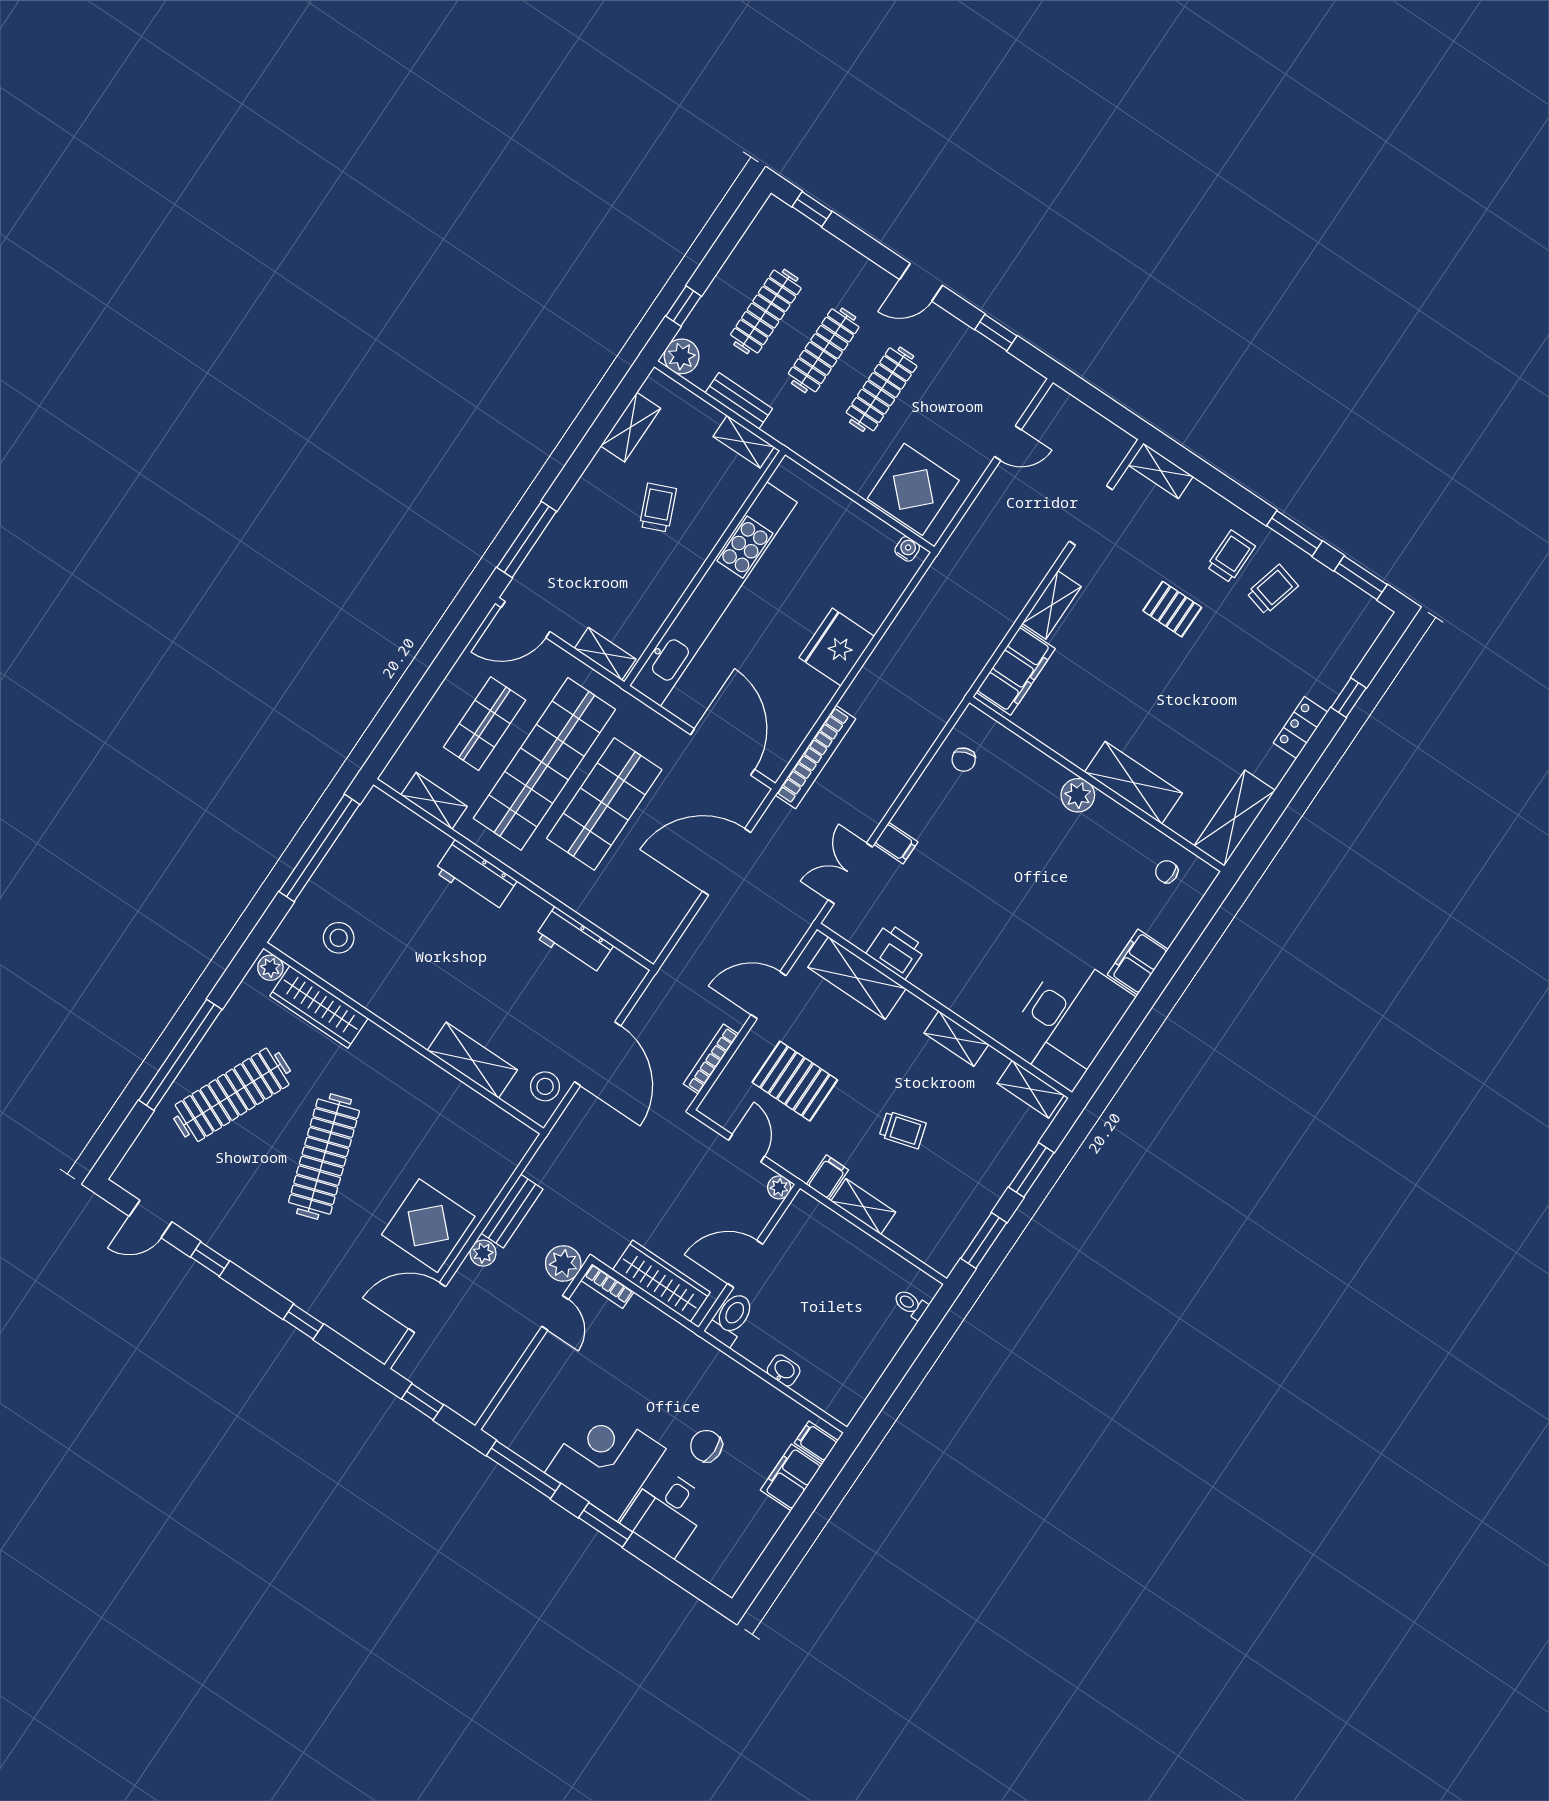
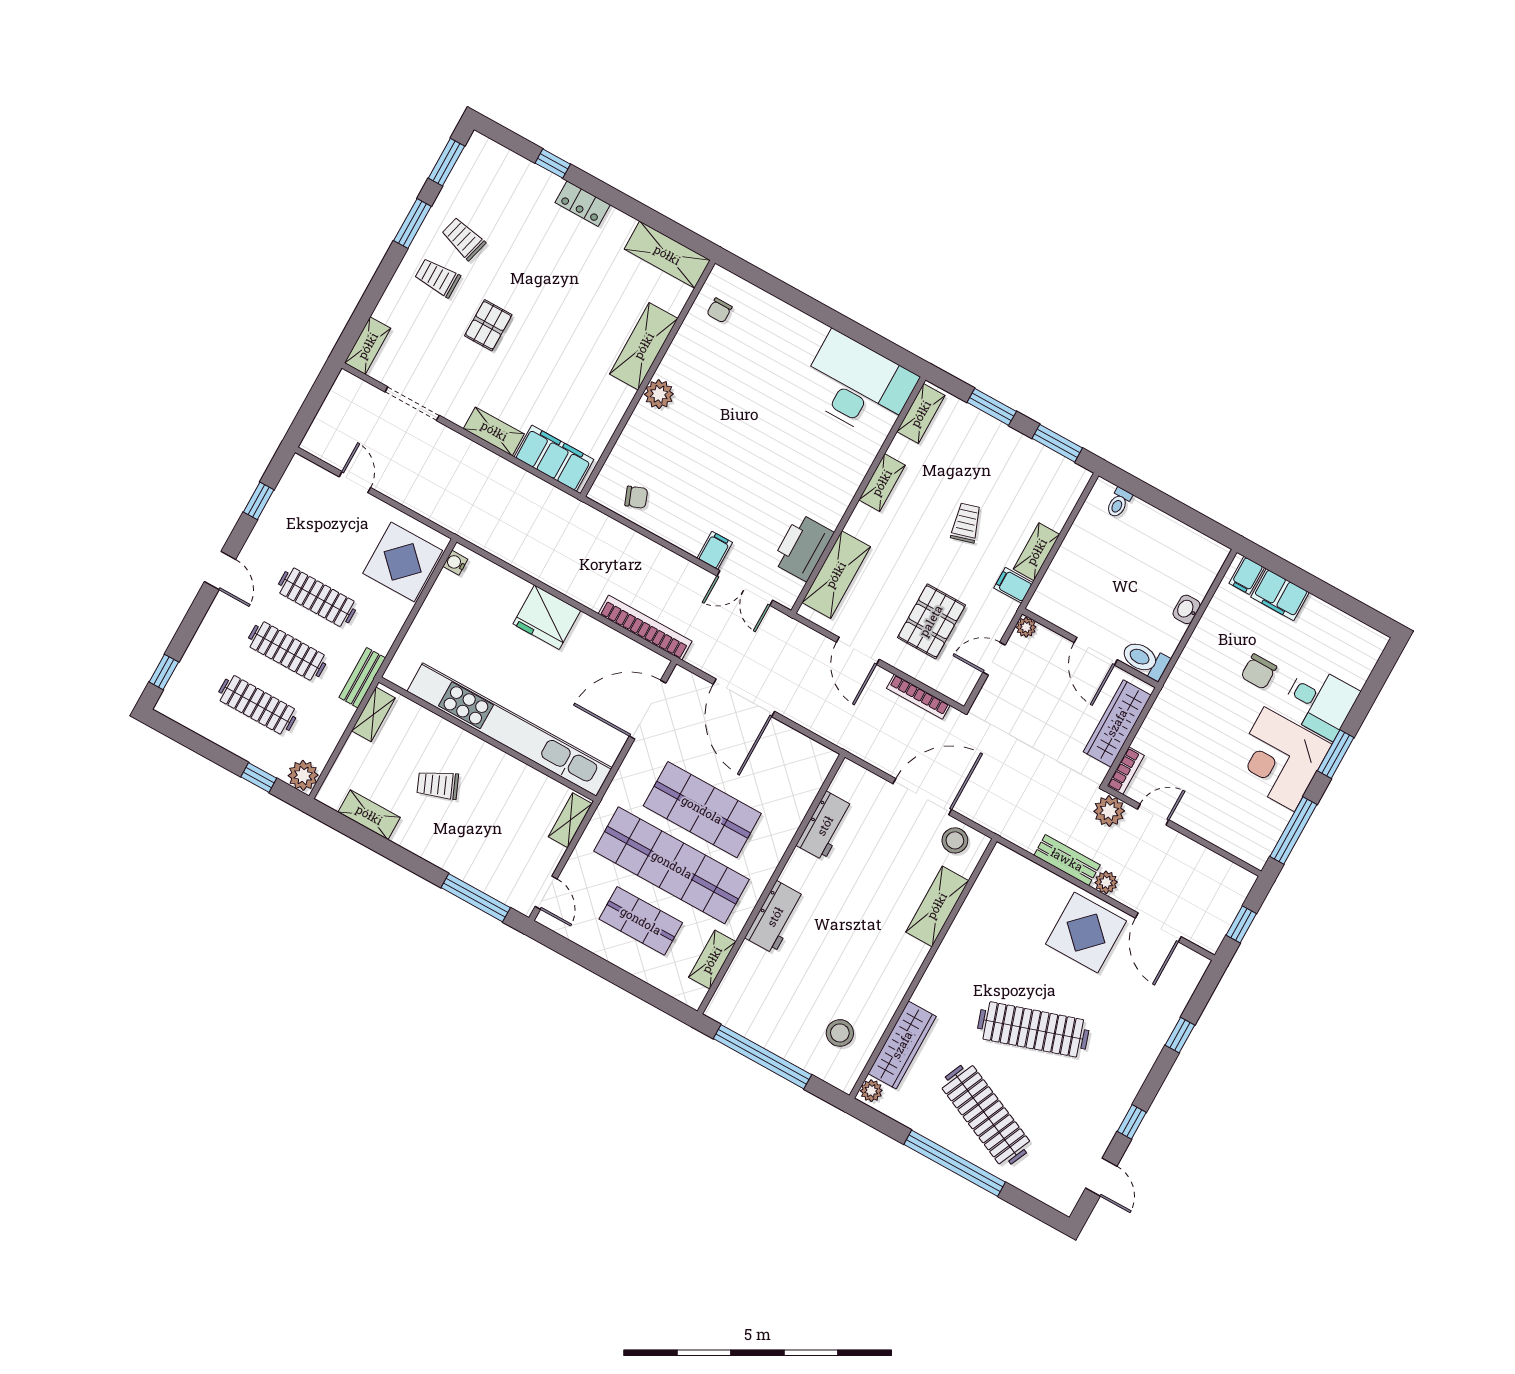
bench: (739, 401) -> (362, 678), moved
door: (526, 620) -> (546, 893), width x0.73
printer: (896, 951) -> (803, 547), width x1.37, depth x1.19
filing cabinet: (1138, 962) -> (801, 329), removed

